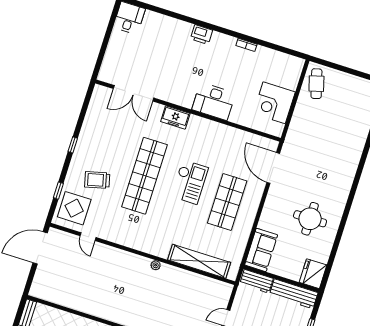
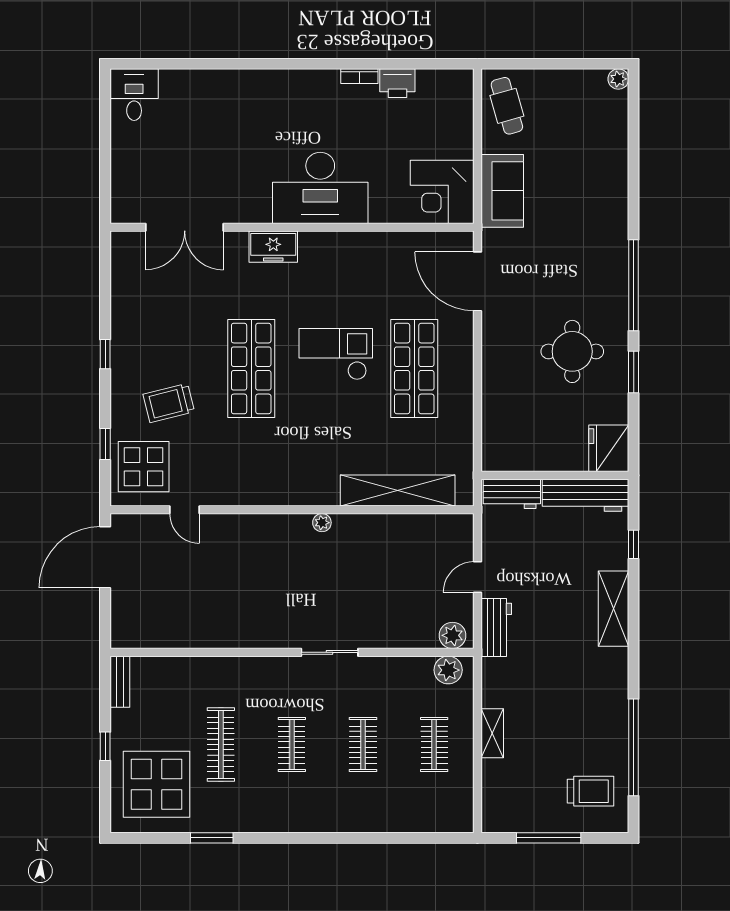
printer: (202, 35) -> (397, 83), moved
desk: (214, 101) -> (320, 188), width x1.36, depth x1.30
corner desk: (274, 103) -> (442, 192), moved
shop shelf: (145, 176) -> (251, 368), width x0.71
checkout: (190, 182) -> (336, 354), turned -90
window: (352, 195) -> (634, 285), added
window: (338, 239) -> (634, 372), added
sofa: (261, 250) -> (502, 191), moved

